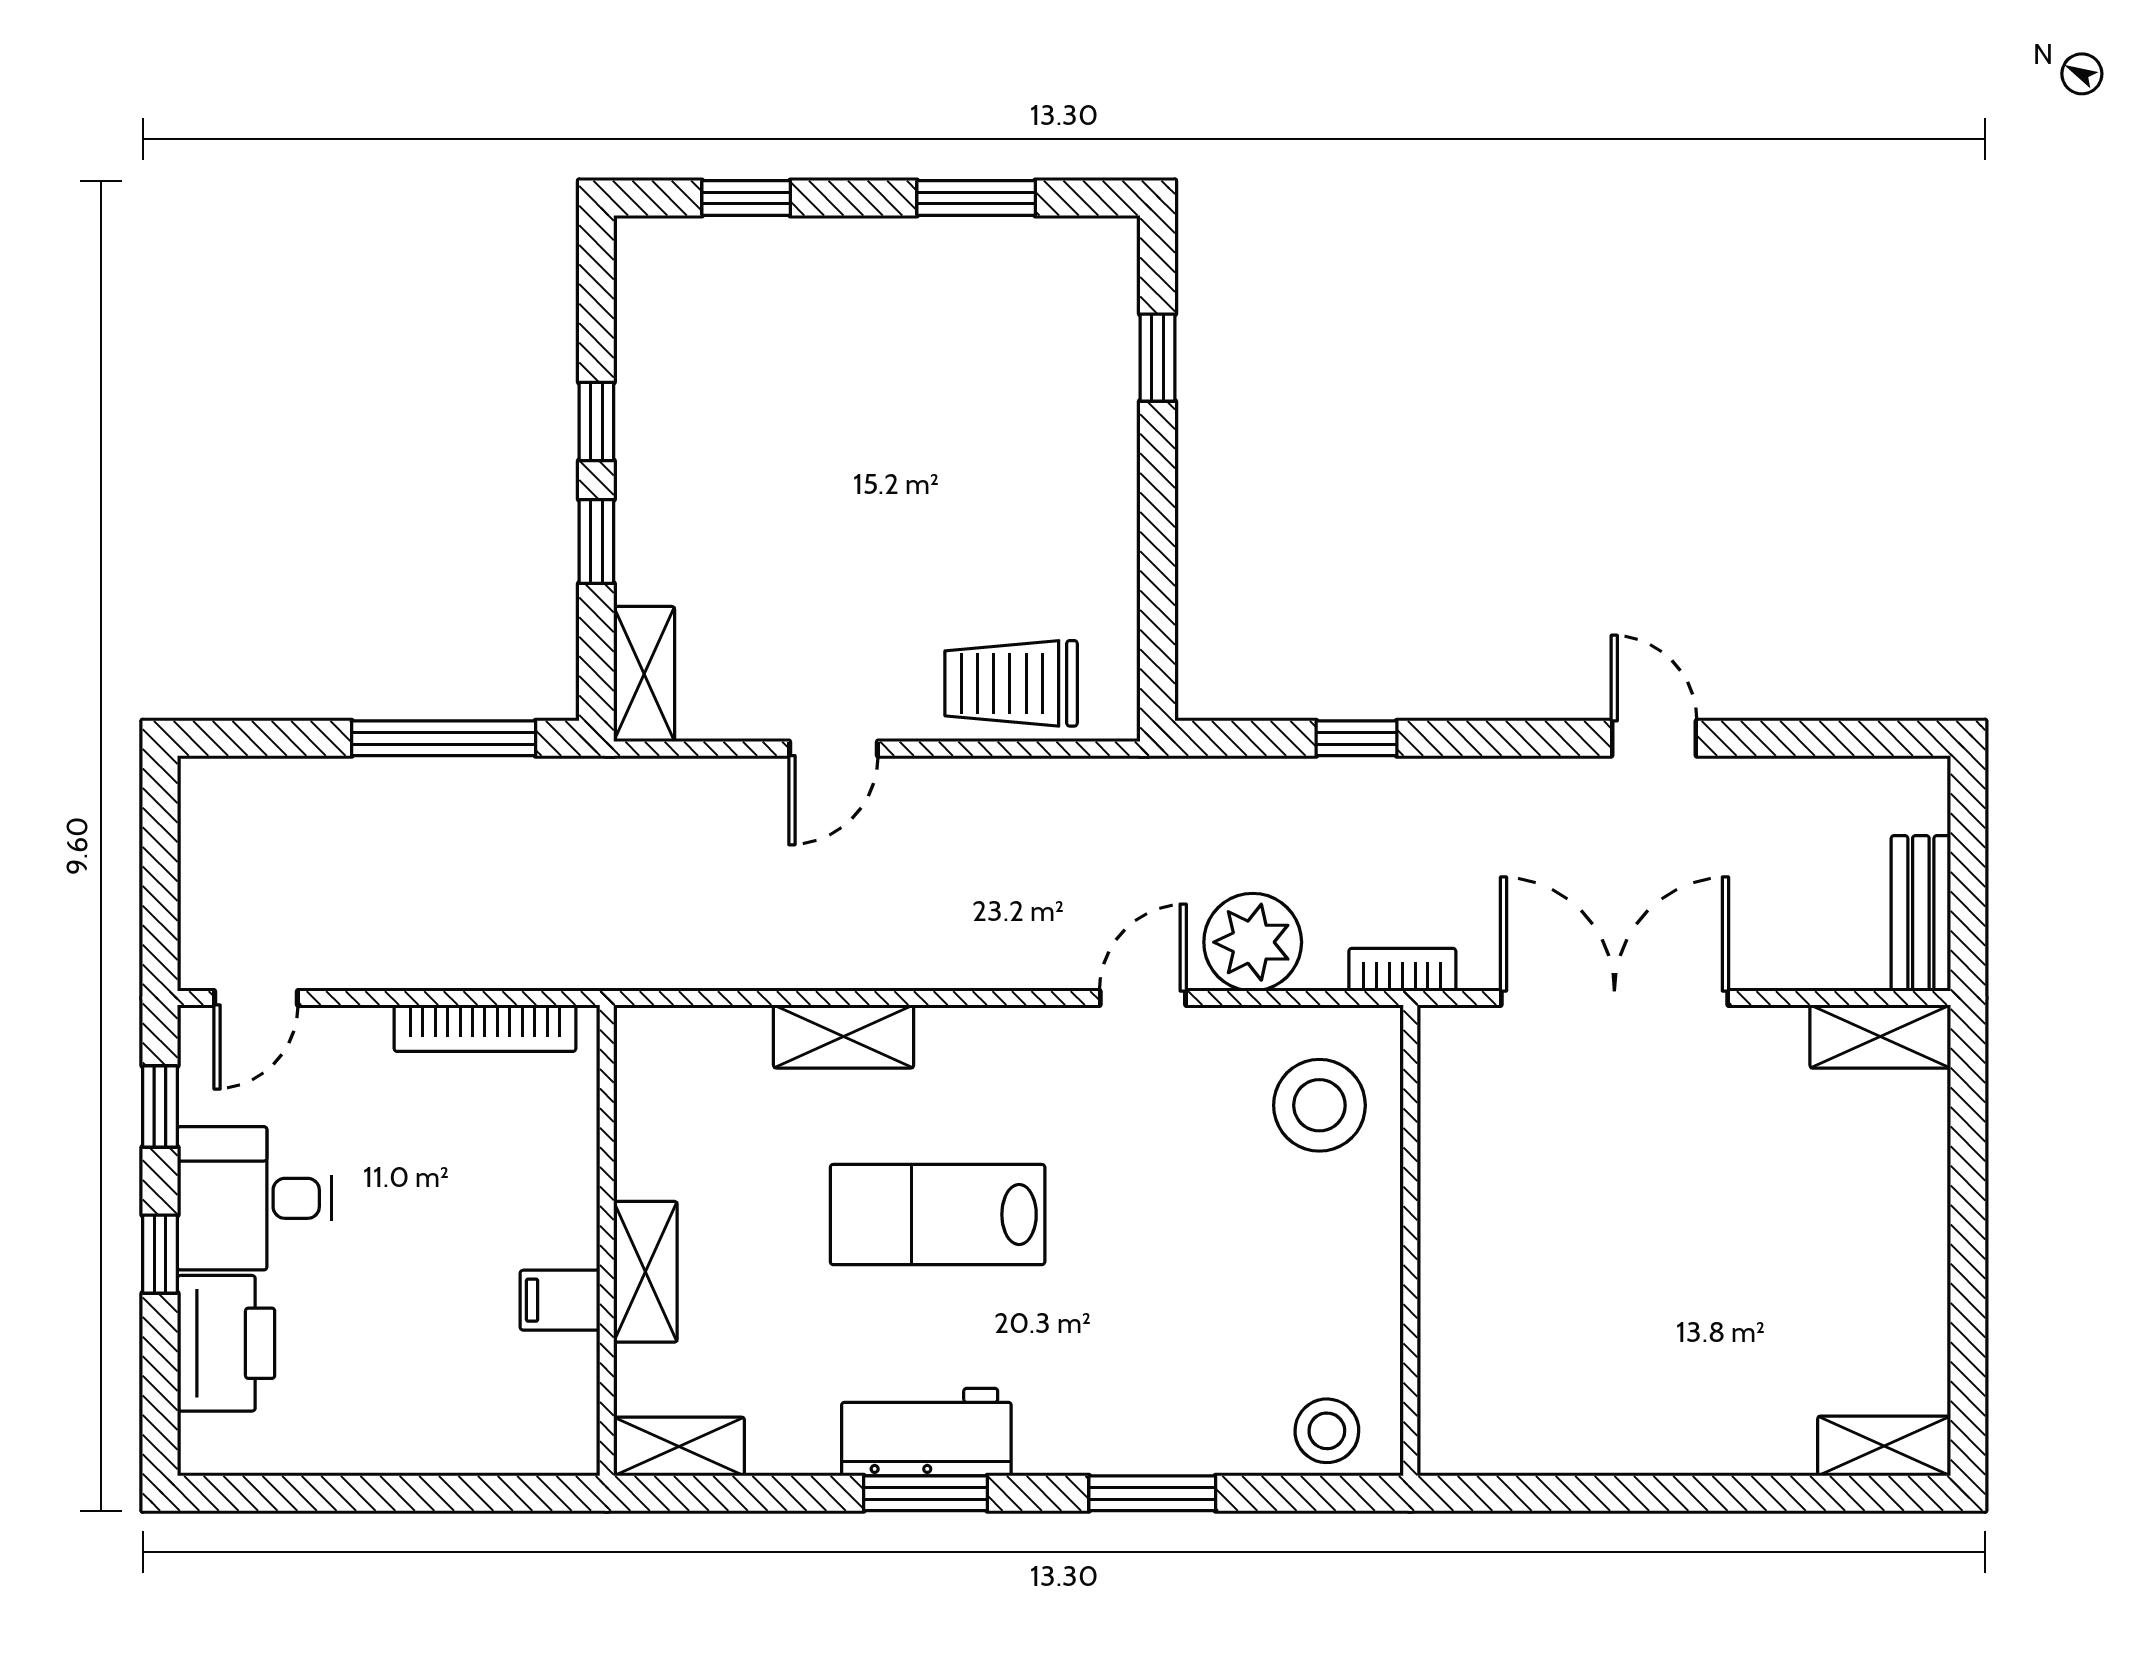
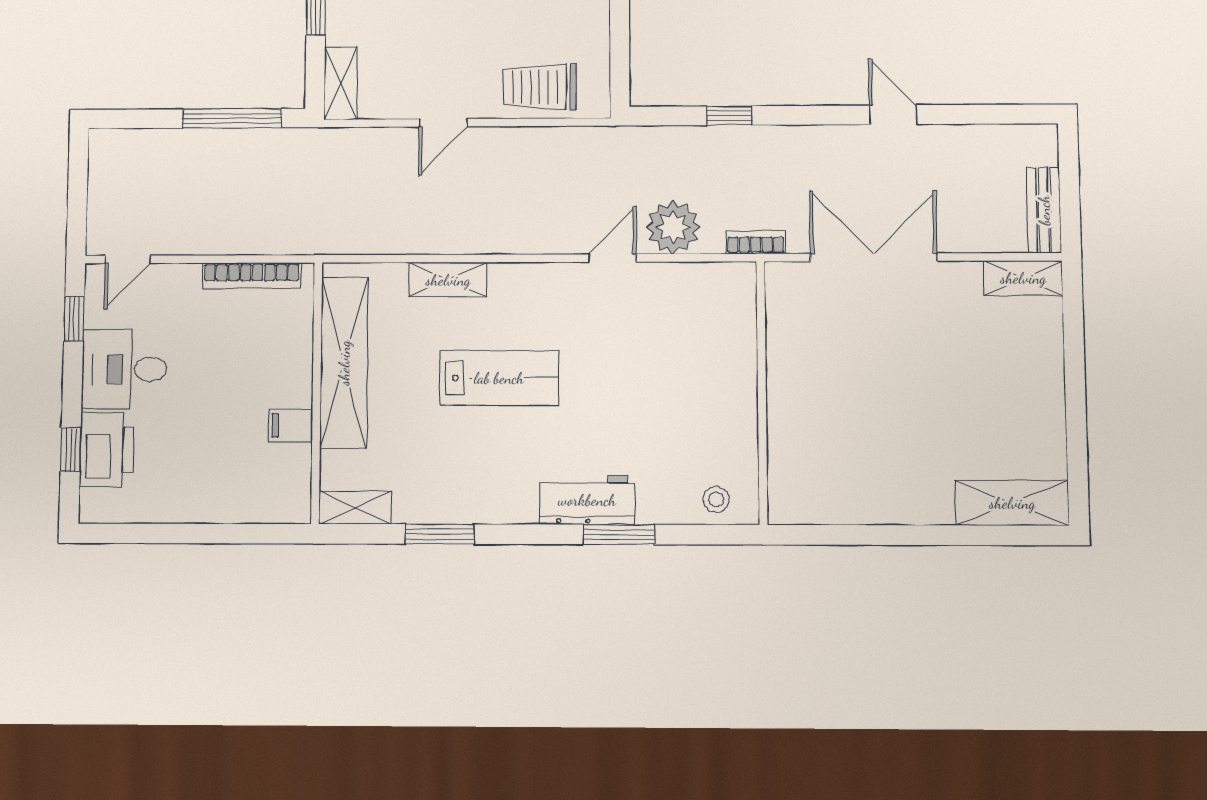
stool: (1319, 1105) -> (711, 317), removed
lab bench: (938, 1215) -> (499, 378), turned 180
window: (160, 1254) -> (71, 450), moved
shelving: (645, 1272) -> (344, 363), width x2.20, depth x1.33
stool: (1327, 1431) -> (716, 499), width x0.73, depth x0.73
workbench: (926, 1432) -> (587, 500), moved
shelving: (1884, 1446) -> (1012, 503), width x1.50, depth x1.33
window: (925, 1493) -> (440, 534), moved

